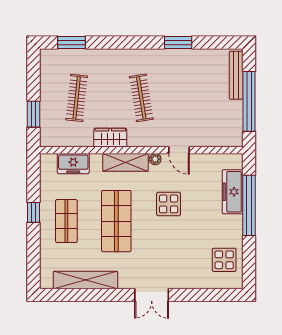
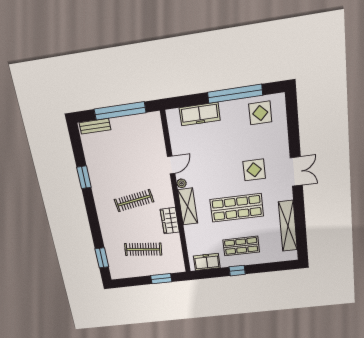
bench: (236, 75) -> (95, 126), width x0.73
freezer: (73, 164) -> (207, 262), moved, turned -90
display table: (169, 204) -> (254, 170), moved
window: (249, 205) -> (235, 94), moved

